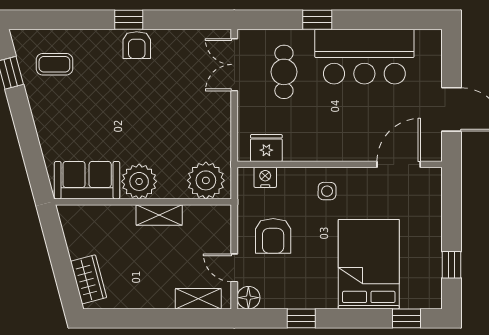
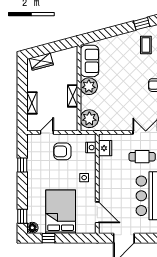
bed: (369, 264) -> (61, 212), moved, turned -90
floor lamp: (248, 298) -> (32, 228), moved
shelving: (198, 299) -> (32, 103), moved

